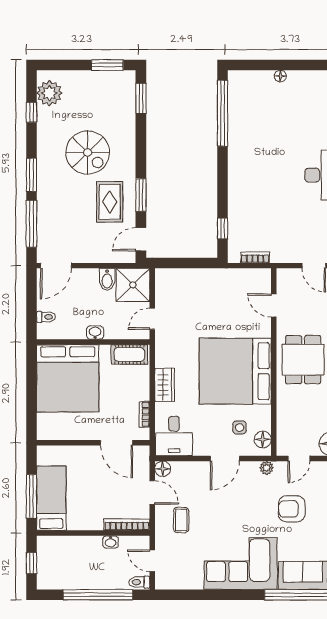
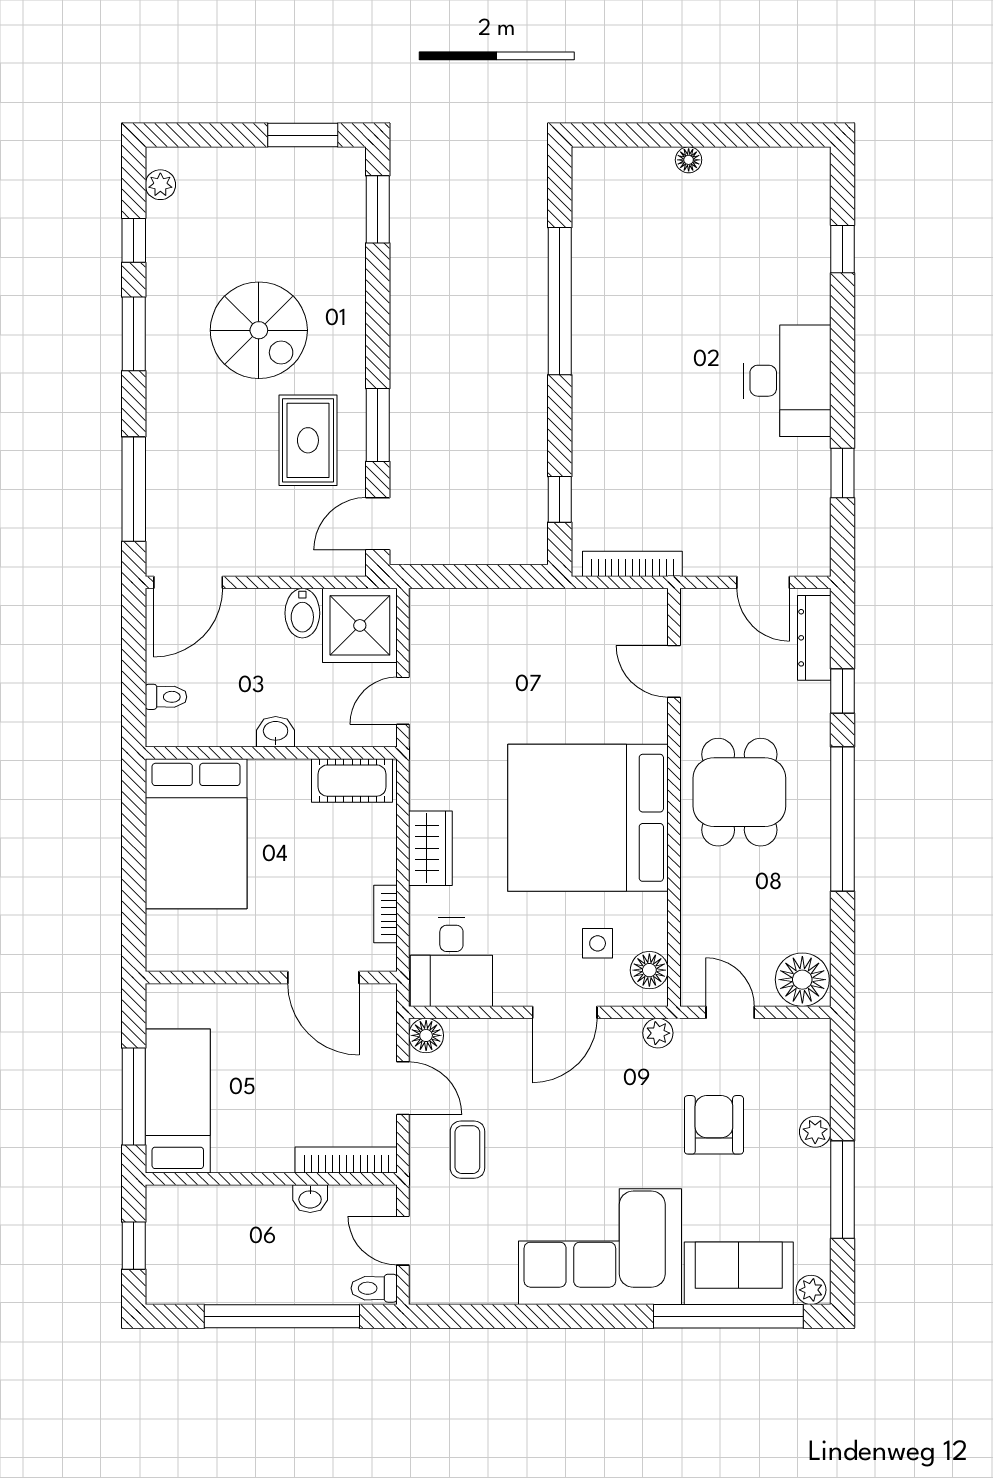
plant: (49, 93) -> (160, 185), width x0.53, depth x0.53
window: (223, 113) -> (560, 301), moved
window: (31, 175) -> (134, 334), moved
bookcase: (255, 257) -> (632, 564), width x1.56
bed: (68, 378) -> (196, 834), width x0.73
door: (299, 458) -> (730, 1012), swing flipped
armchair: (292, 509) -> (714, 1125), turned 90

